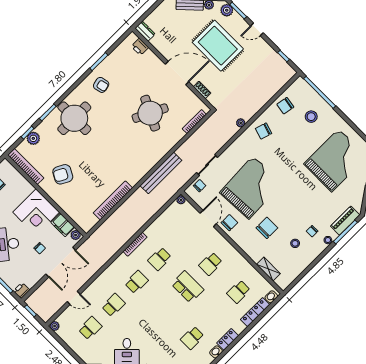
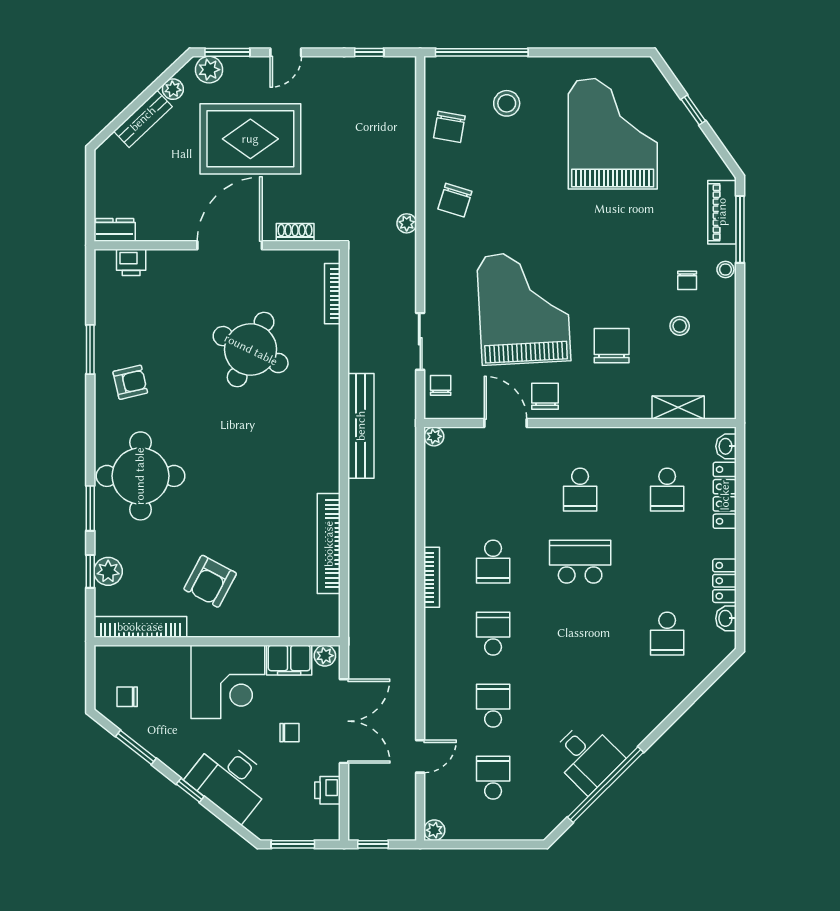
printer: (22, 291) -> (328, 790), moved

